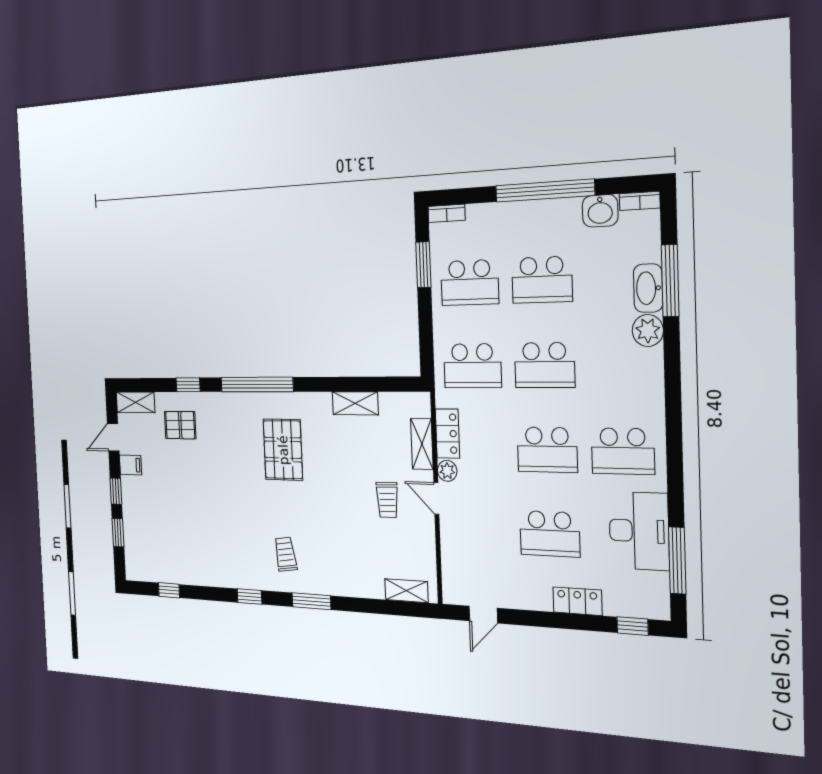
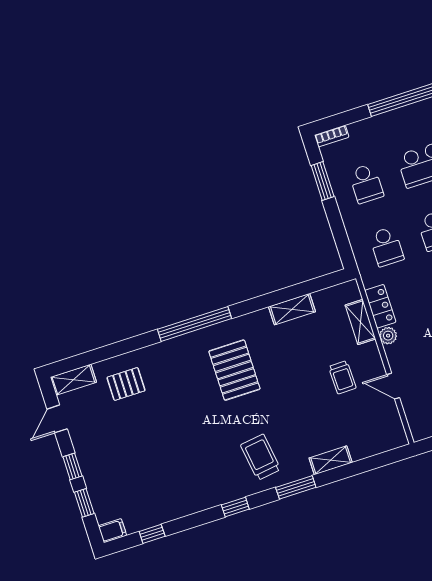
school desk: (470, 283) -> (366, 184), width x0.54
school desk: (472, 366) -> (386, 247), width x0.54
window: (188, 385) -> (125, 346), removed
filing cabinet: (130, 465) -> (112, 531), moved
door: (436, 498) -> (393, 386), moved
trolley: (286, 554) -> (261, 457), width x1.36, depth x1.39
shelving: (406, 591) -> (331, 460), moved

